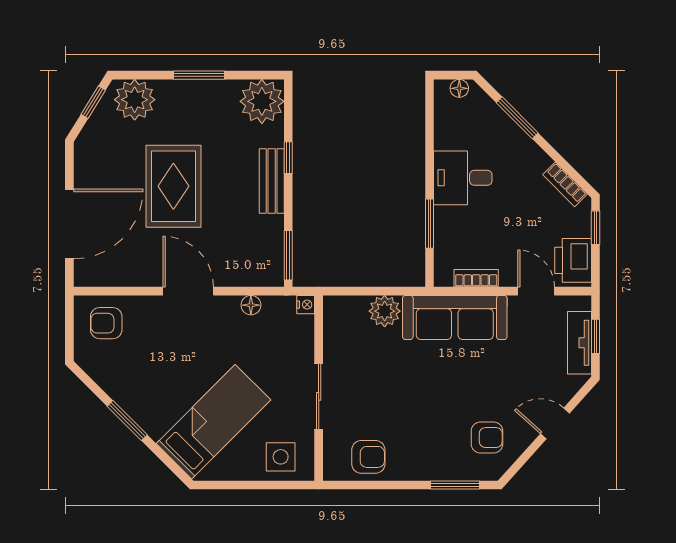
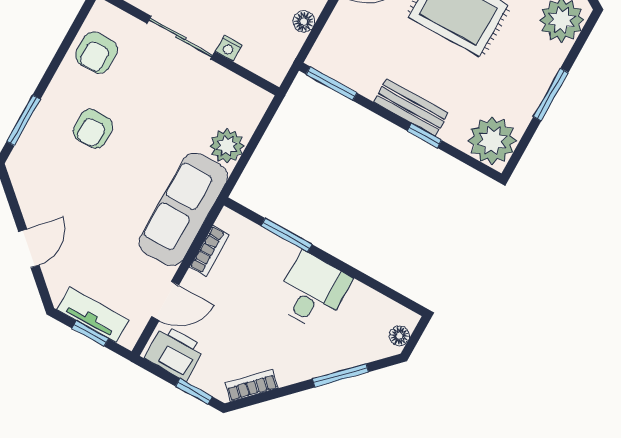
nightstand: (306, 305) -> (229, 48), moved
armchair: (487, 438) -> (93, 129), moved

